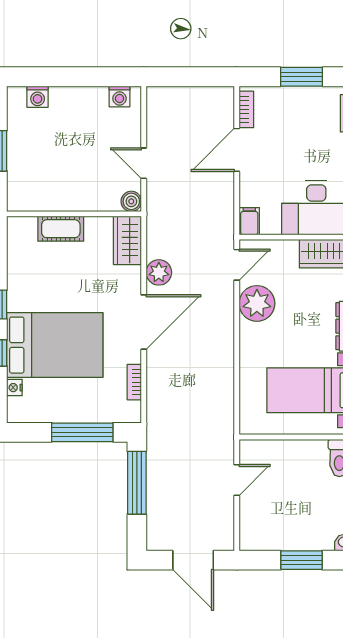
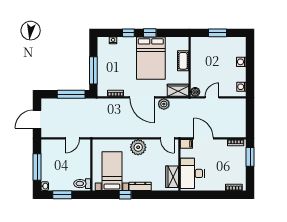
window: (301, 77) -> (250, 157), moved
washing machine: (38, 97) -> (241, 62), moved
door: (237, 150) -> (204, 138), moved
plant: (257, 303) -> (138, 147), moved
bed: (55, 345) -> (151, 58), moved
door: (237, 480) -> (72, 138), hinge flipped
window: (302, 560) -> (37, 167), width x1.44

